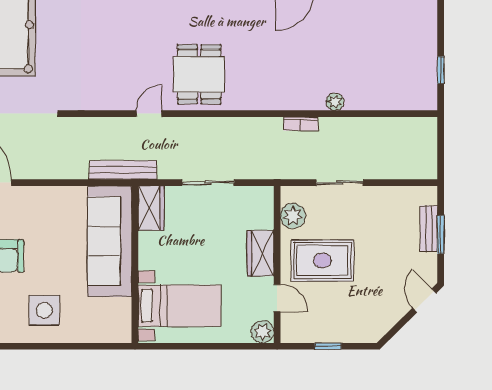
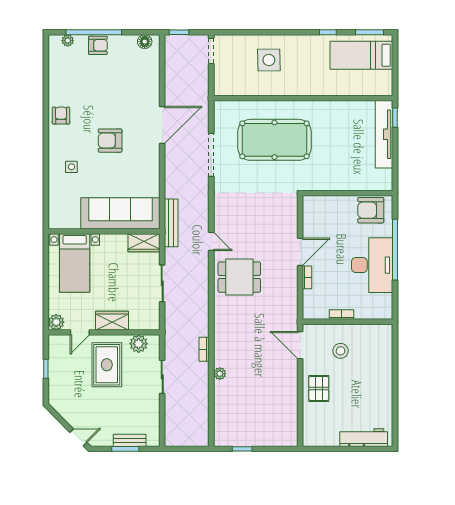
side table: (44, 310) -> (71, 167), width x0.54, depth x0.54

